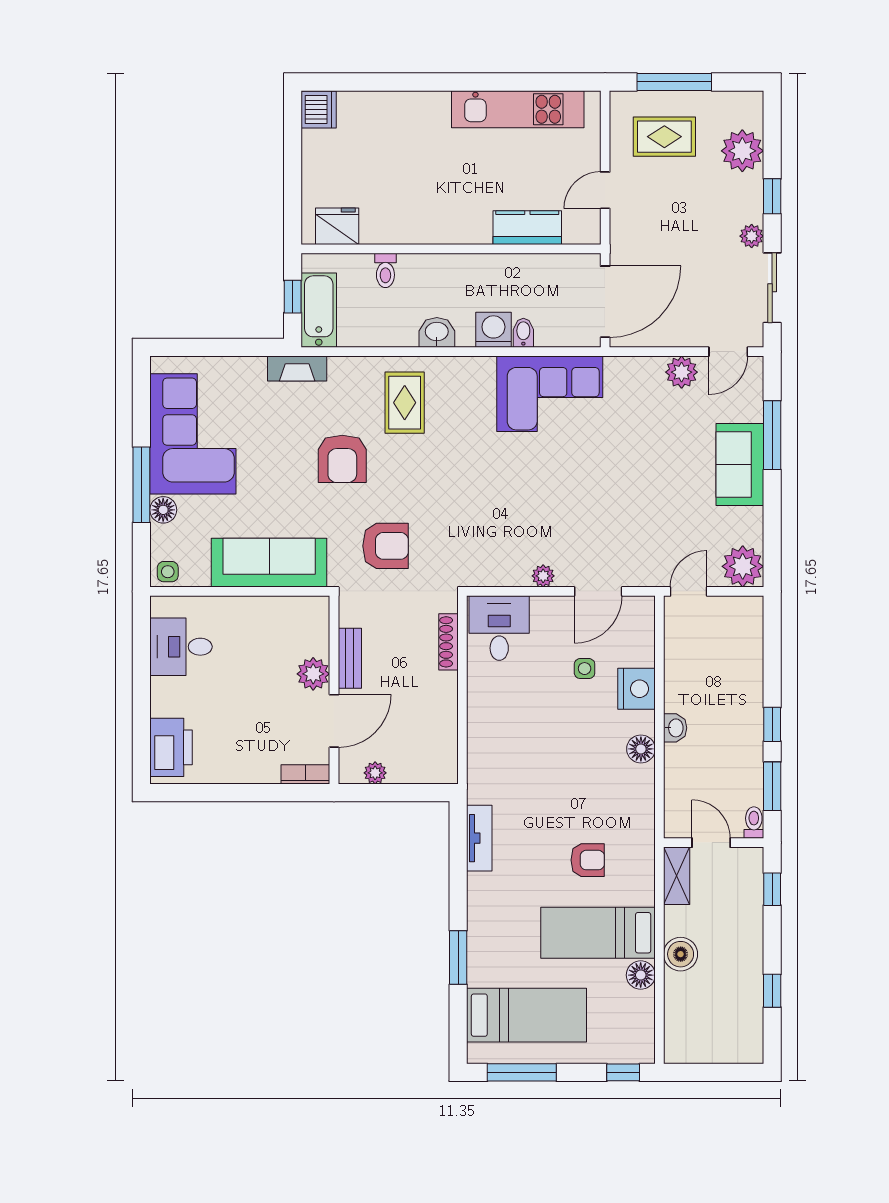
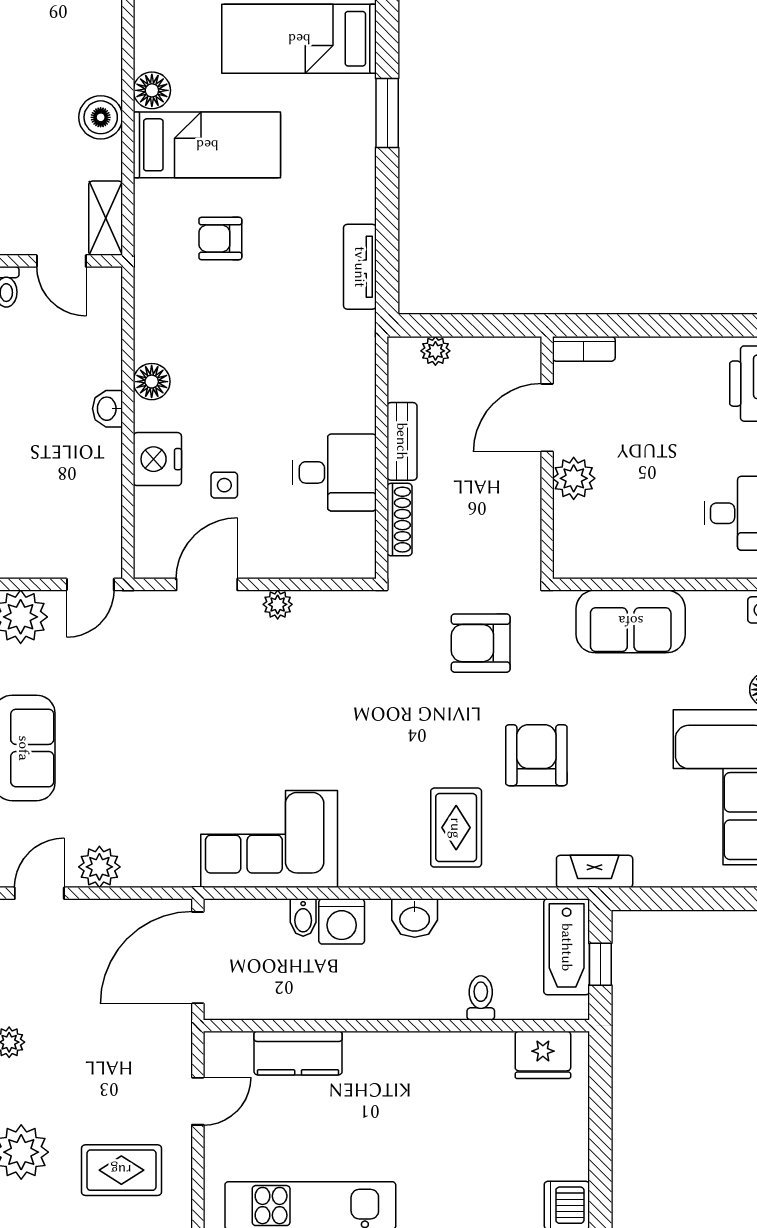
sofa: (269, 563) -> (631, 621), width x0.73
desk: (499, 628) -> (334, 472), moved, turned -90
bench: (350, 658) -> (402, 441), moved
plant: (375, 773) -> (435, 351), moved

